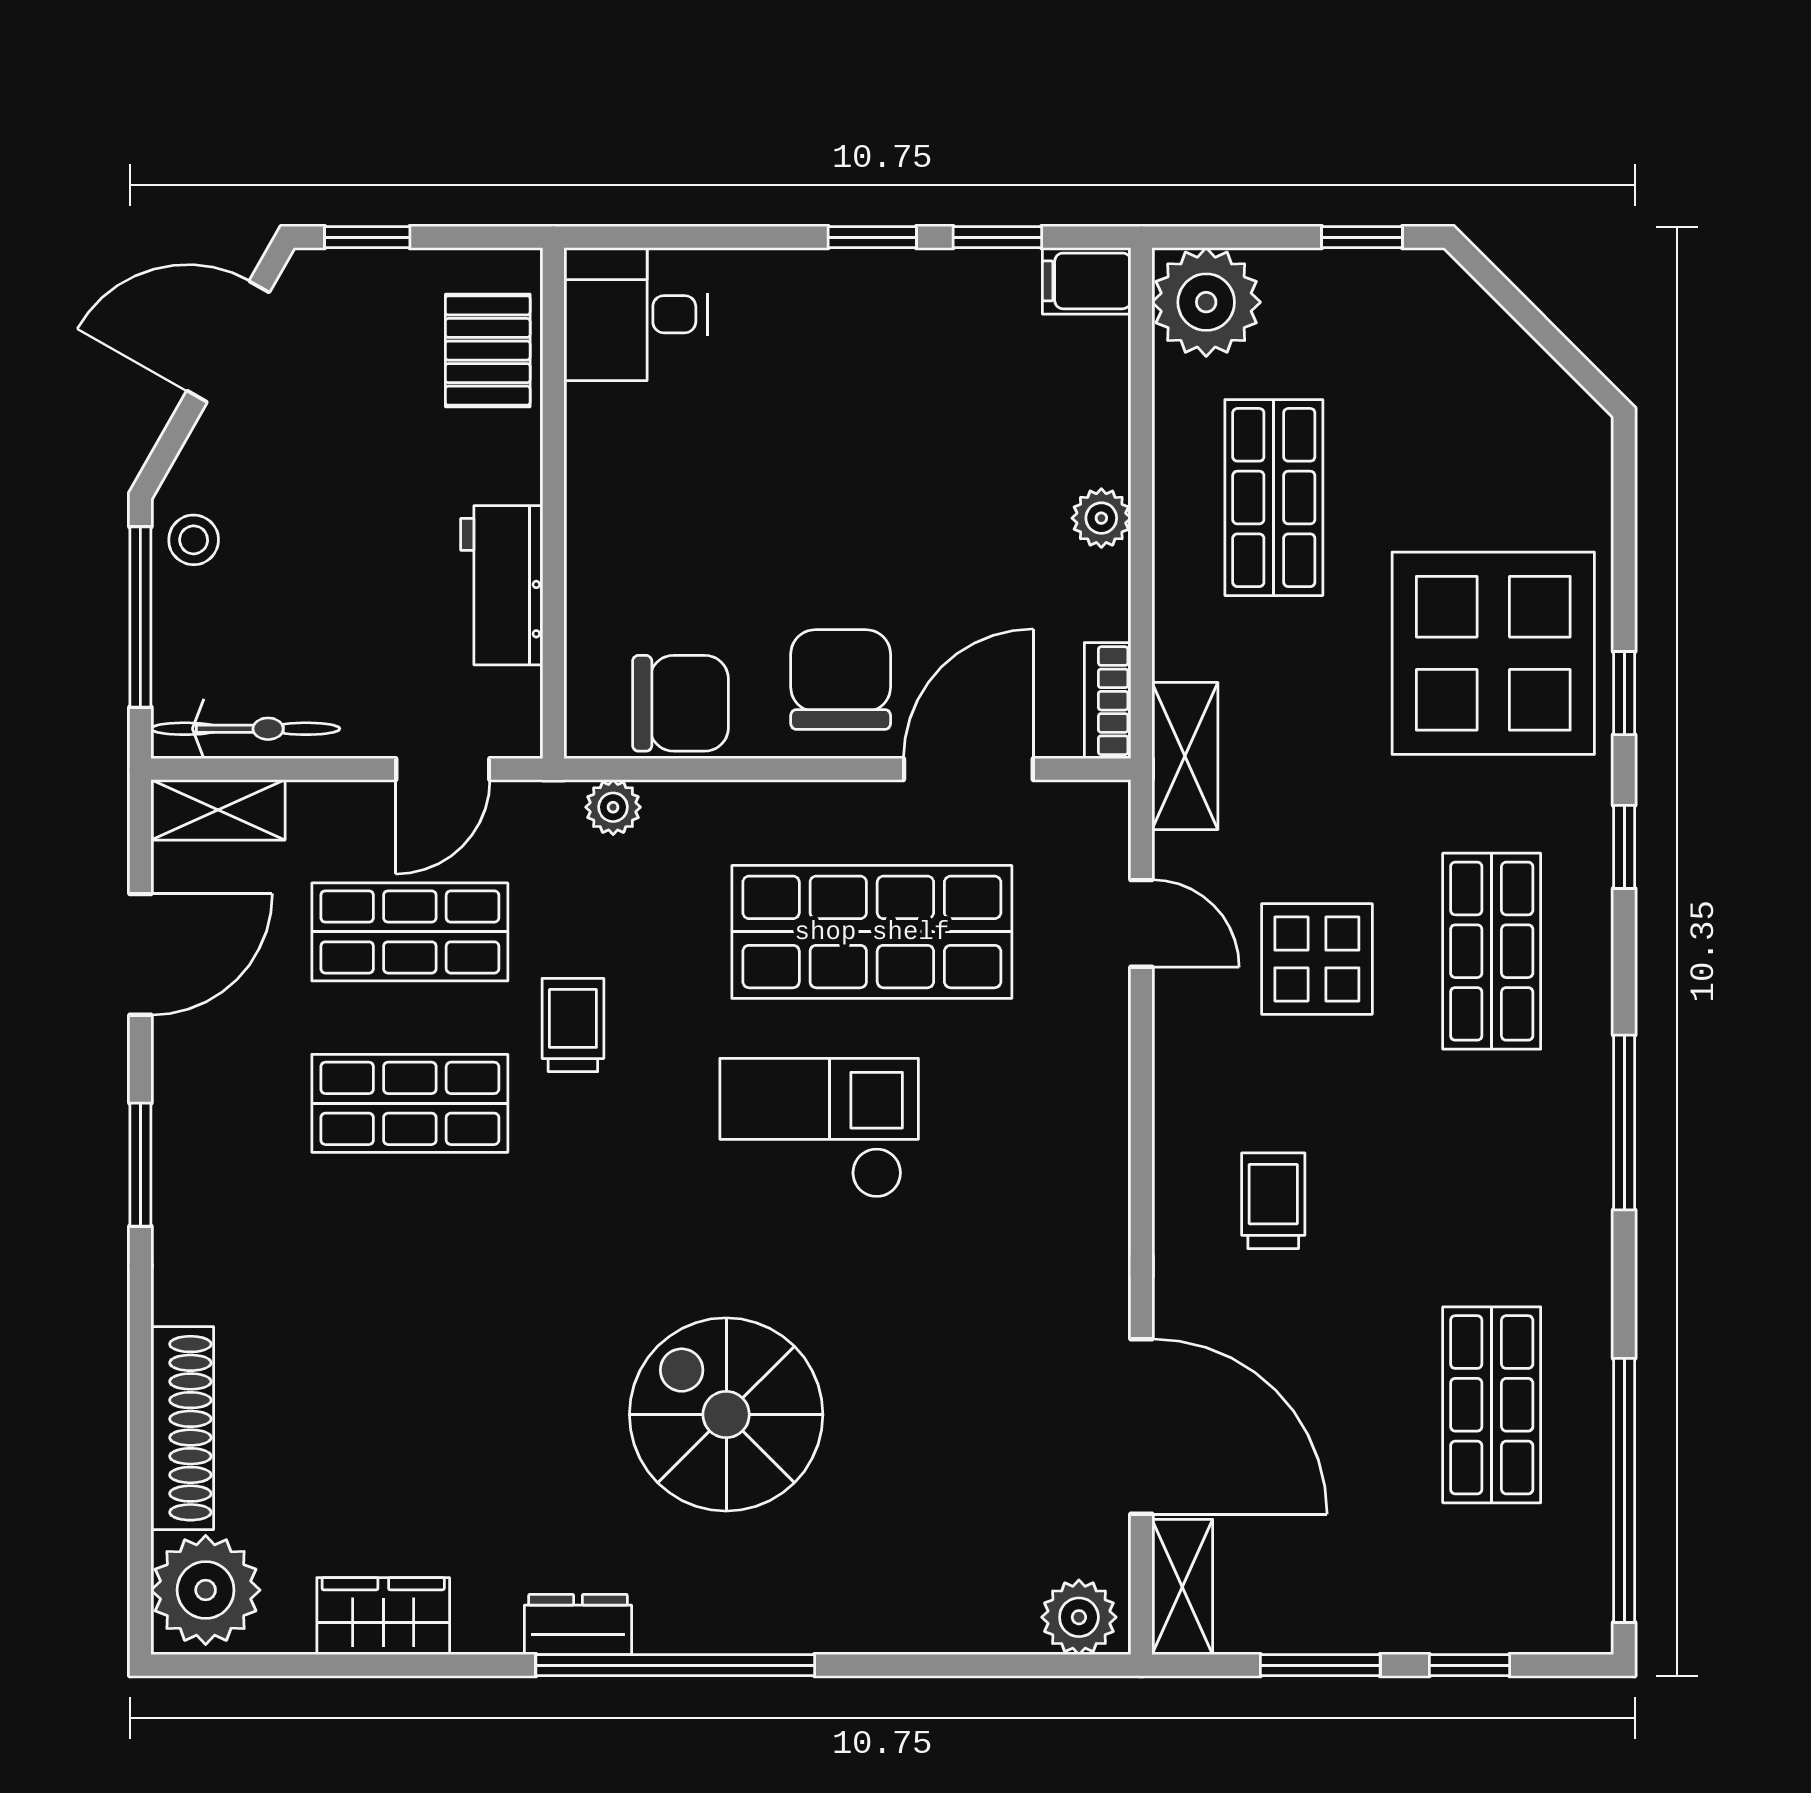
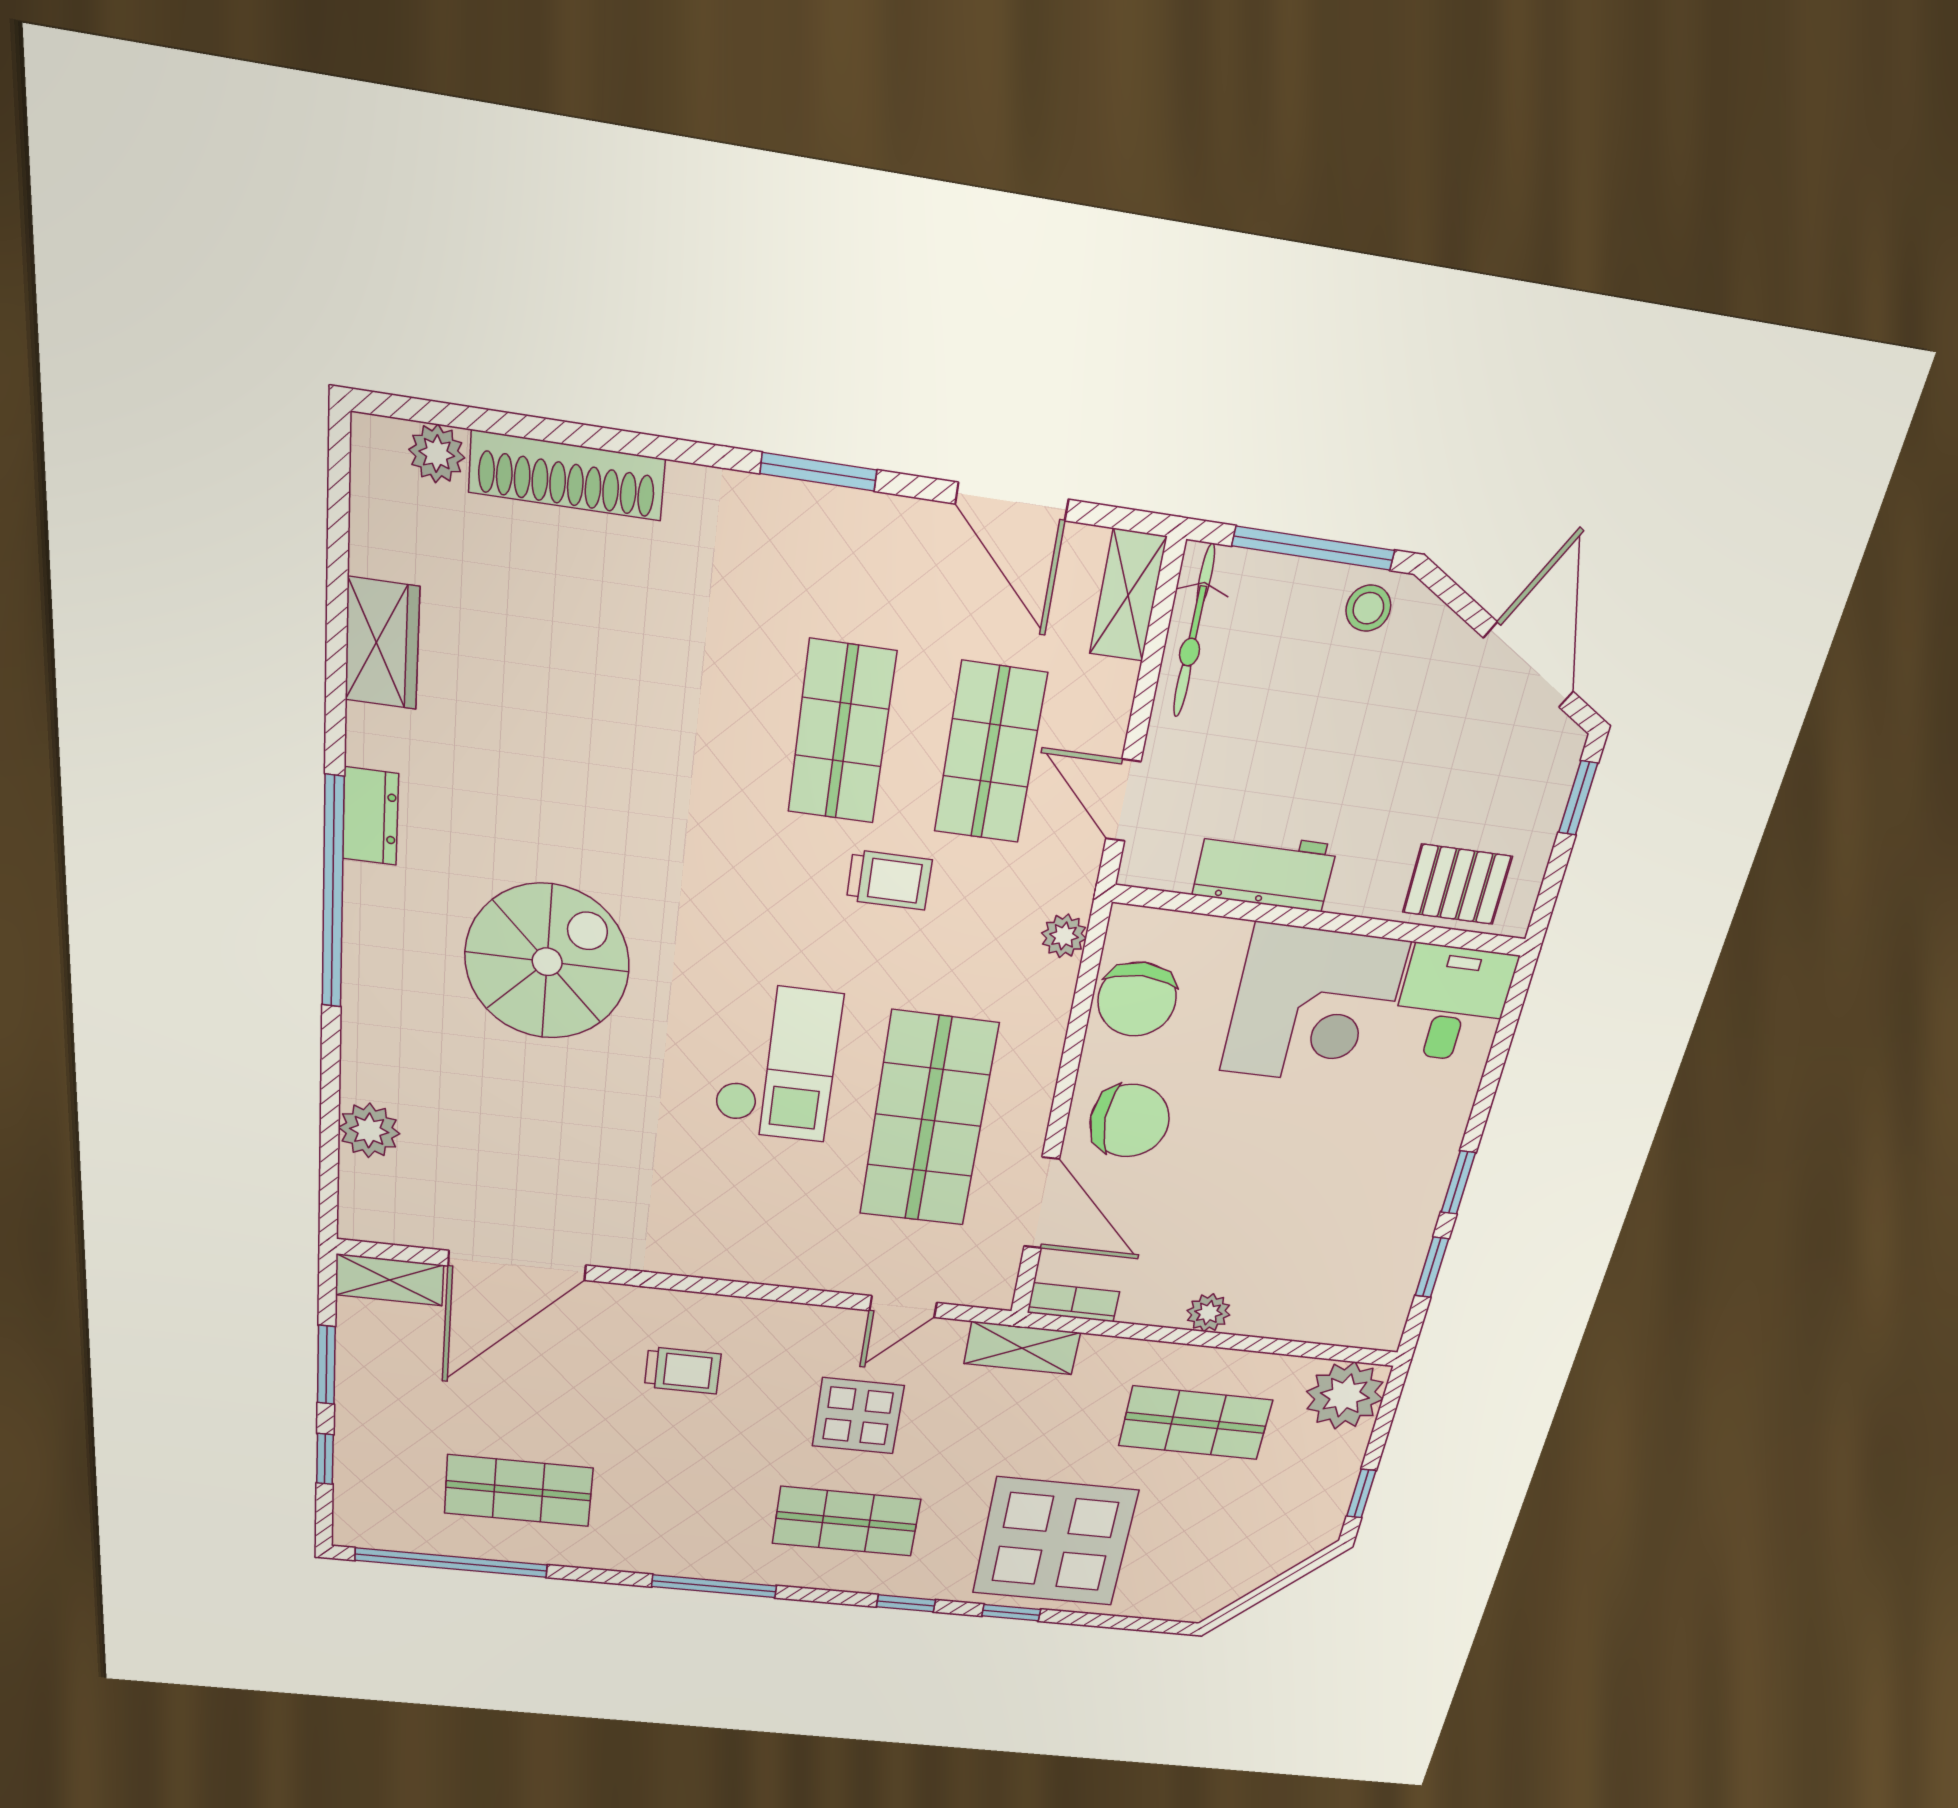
filing cabinet: (1087, 281) -> (1383, 1322), removed
corner desk: (661, 484) -> (1314, 1007), added
plant: (206, 1590) -> (437, 454), width x0.53, depth x0.53
plant: (1079, 1617) -> (369, 1130), moved

